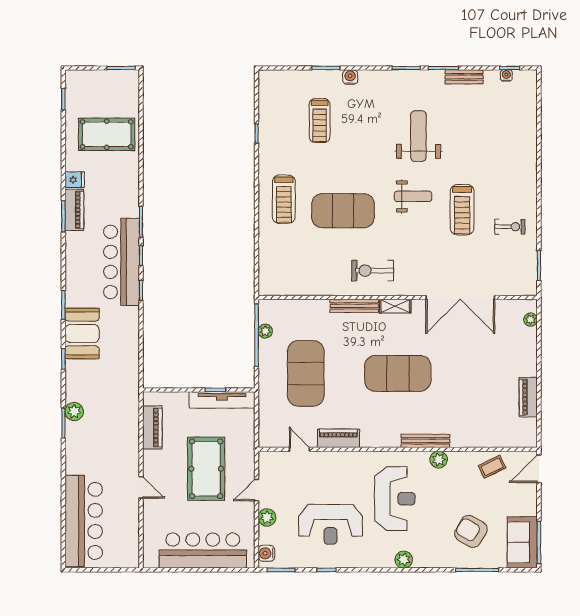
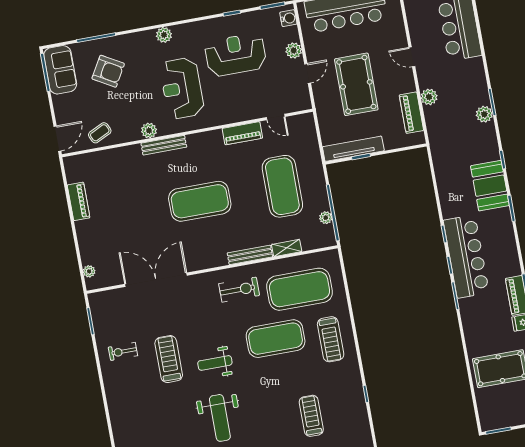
treadmill: (284, 199) -> (331, 339), turned 180
exercise mat: (307, 259) -> (299, 289), added
shelving: (395, 306) -> (287, 248), moved
plant: (130, 441) -> (429, 97), added

